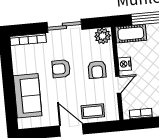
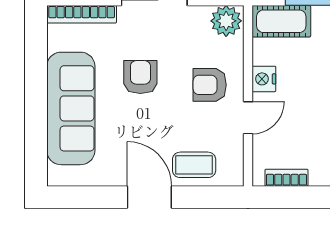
armchair: (61, 69) -> (140, 77), turned 90
armchair: (97, 70) -> (210, 85), turned 90
sofa: (28, 96) -> (71, 108), width x1.36

